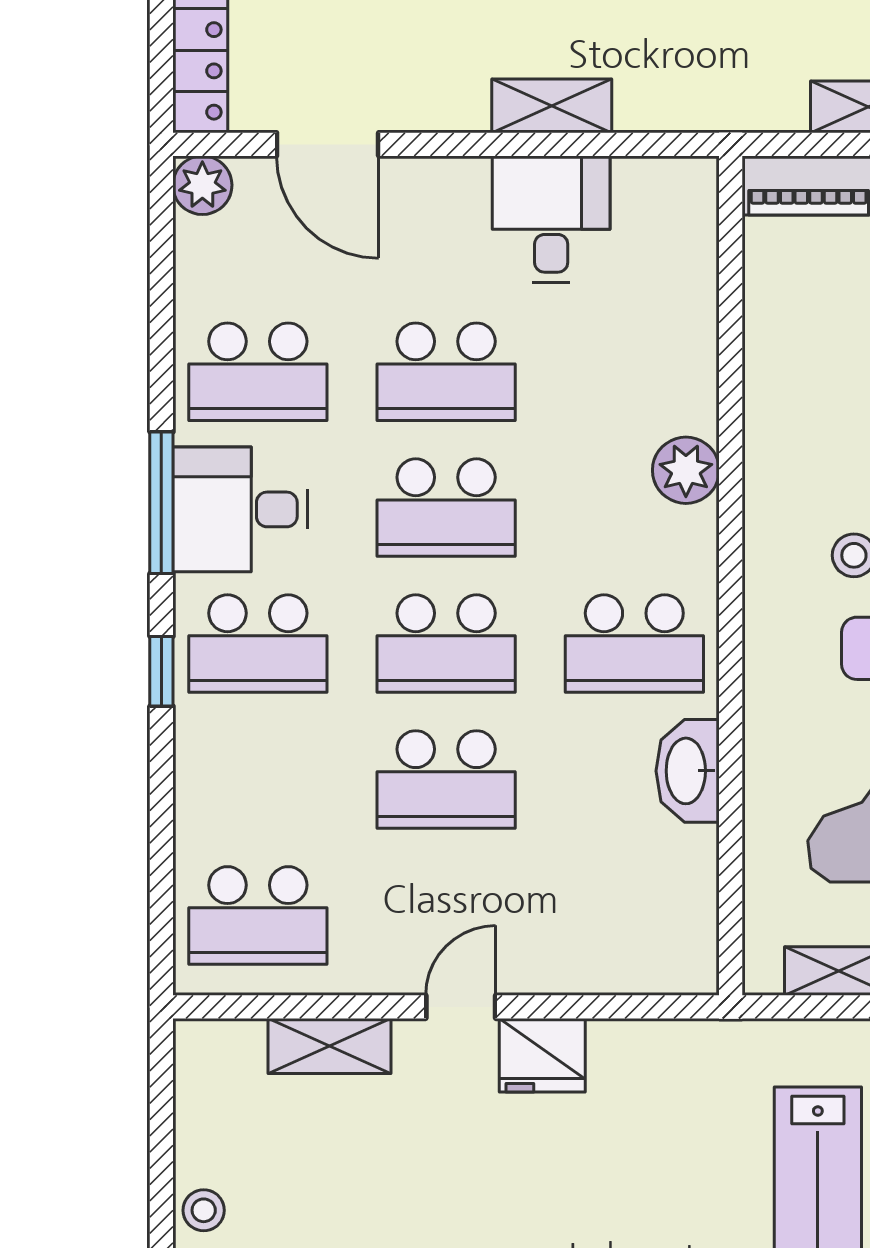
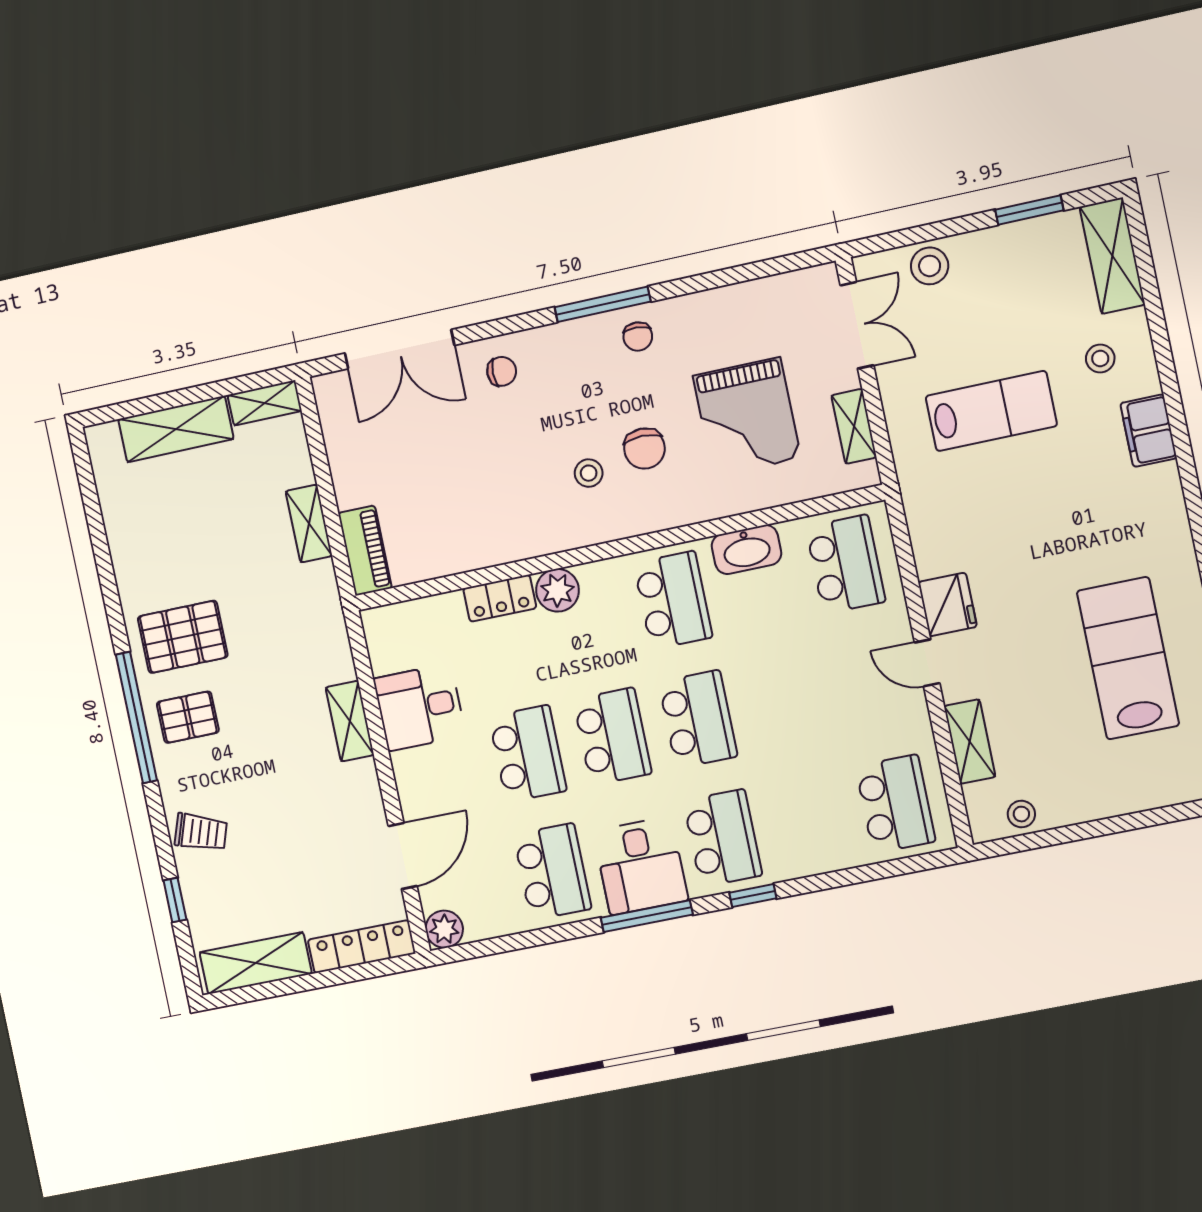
locker: (692, 379) -> (500, 598), added
school desk: (446, 779) -> (846, 564), moved
stool: (204, 1210) -> (1021, 814), moved

